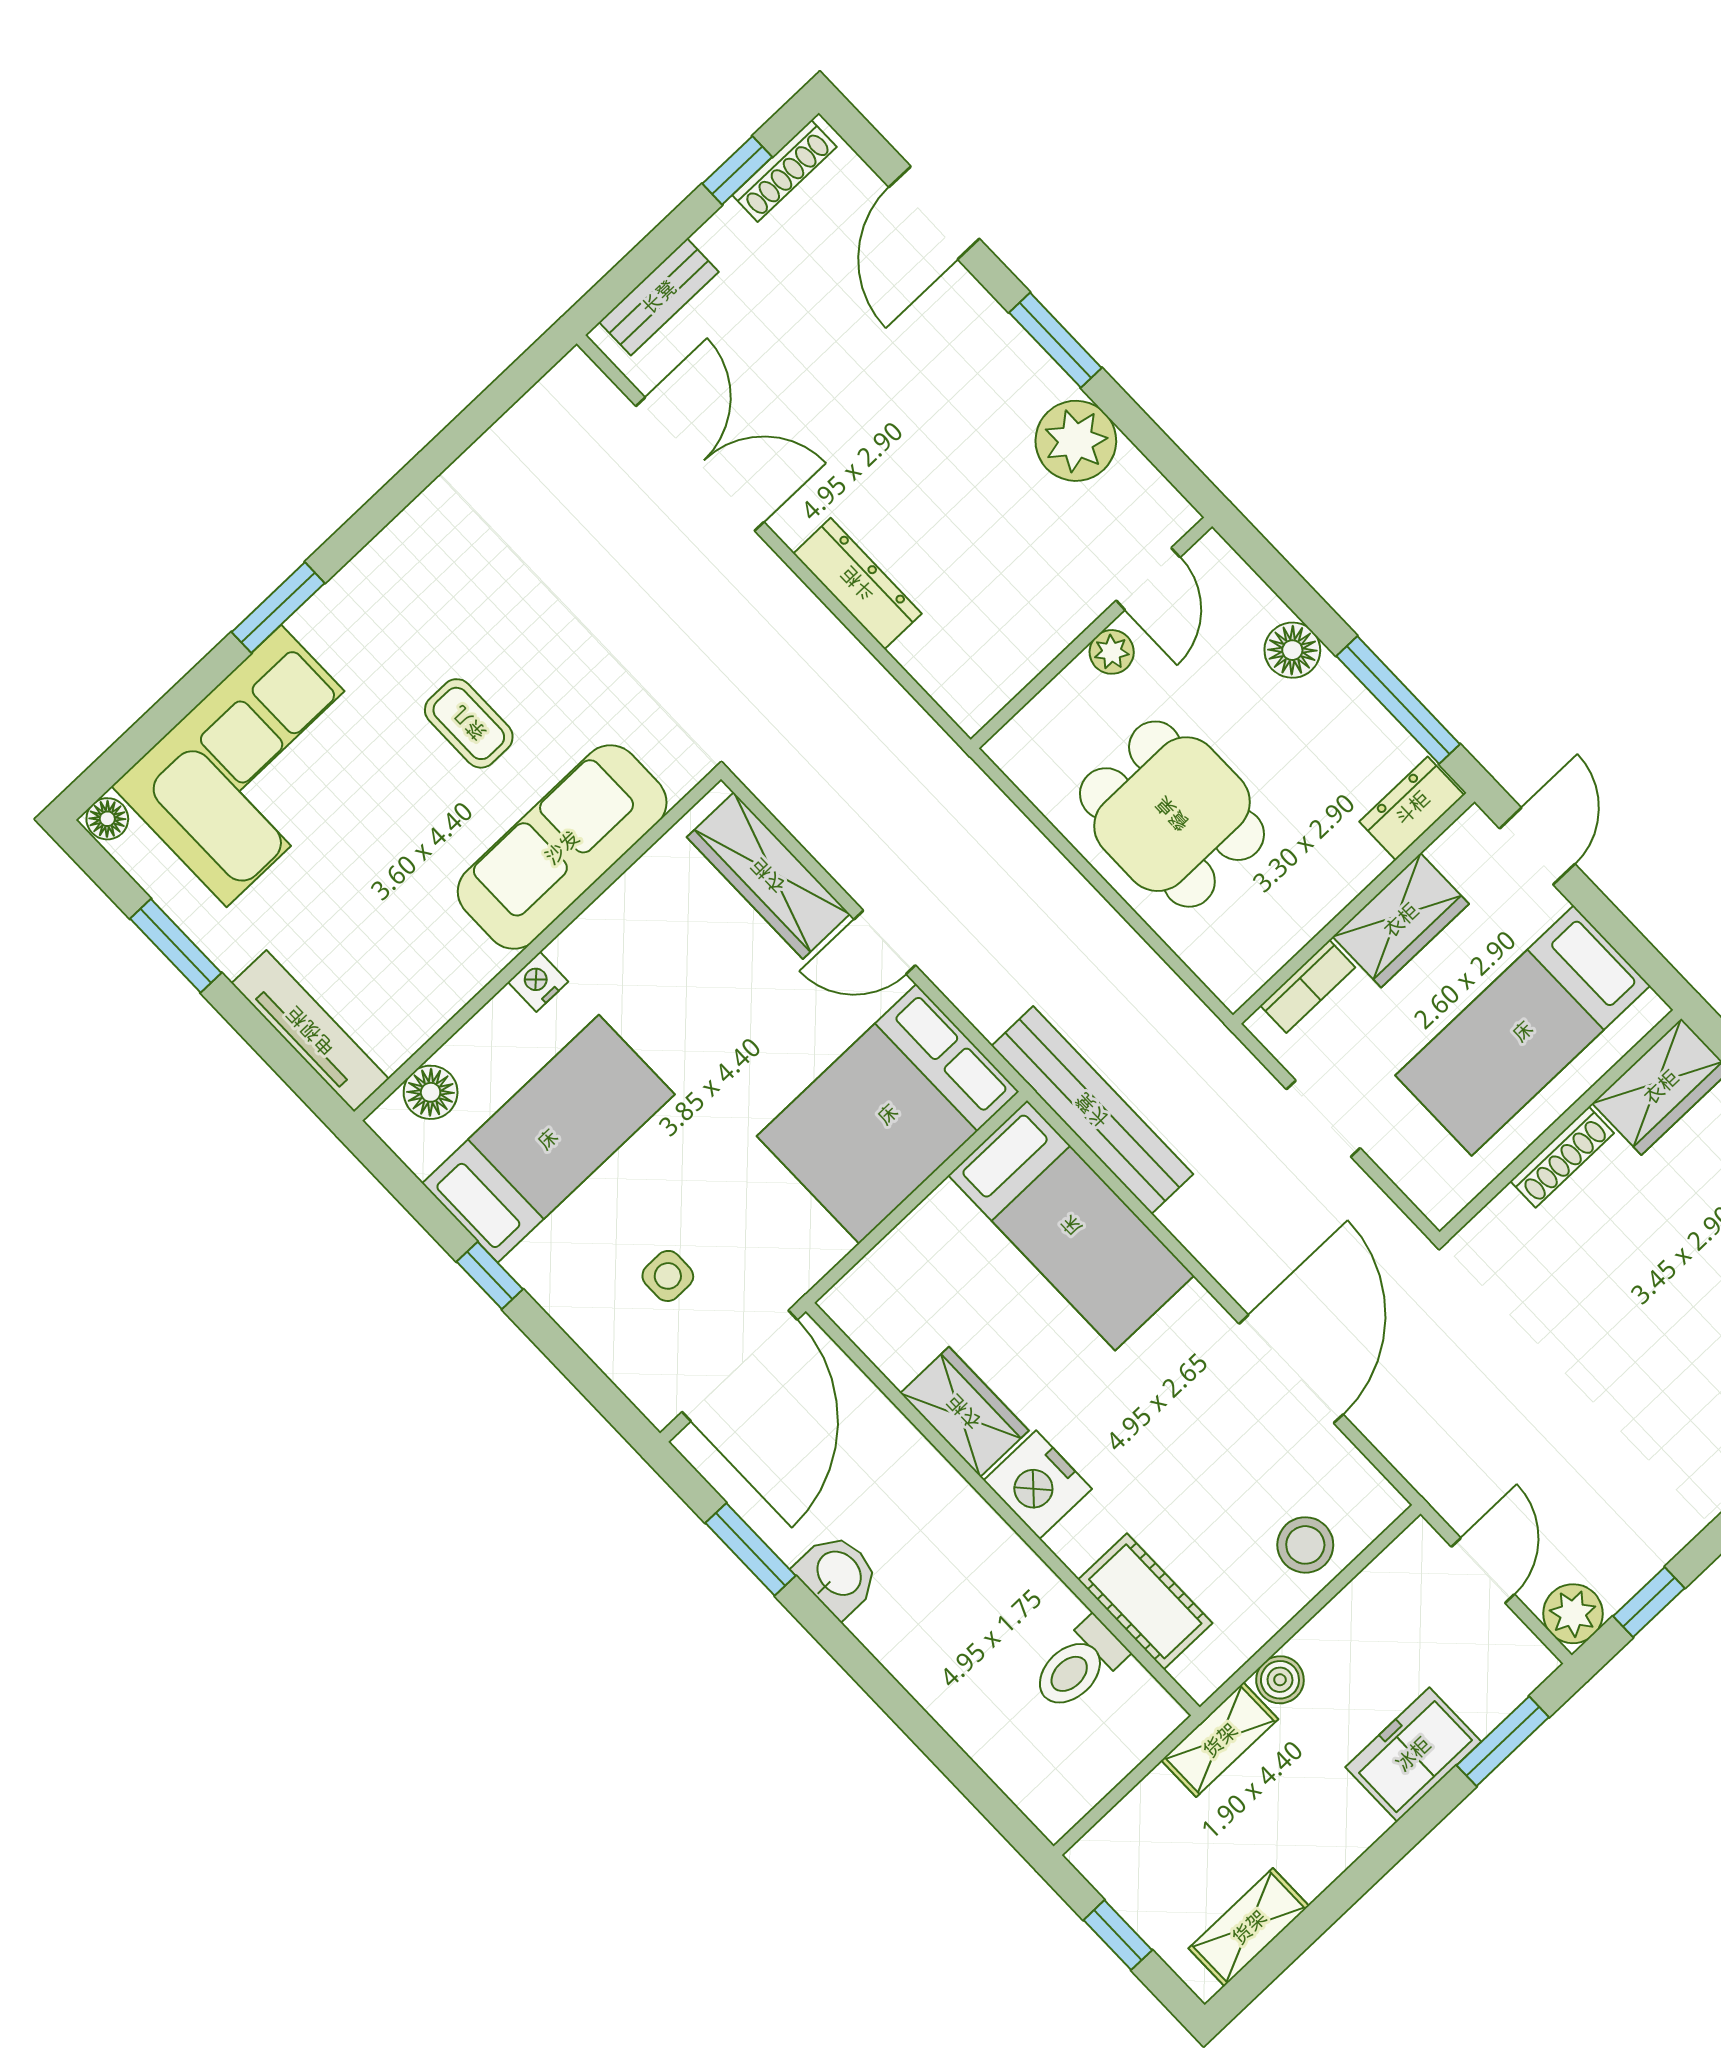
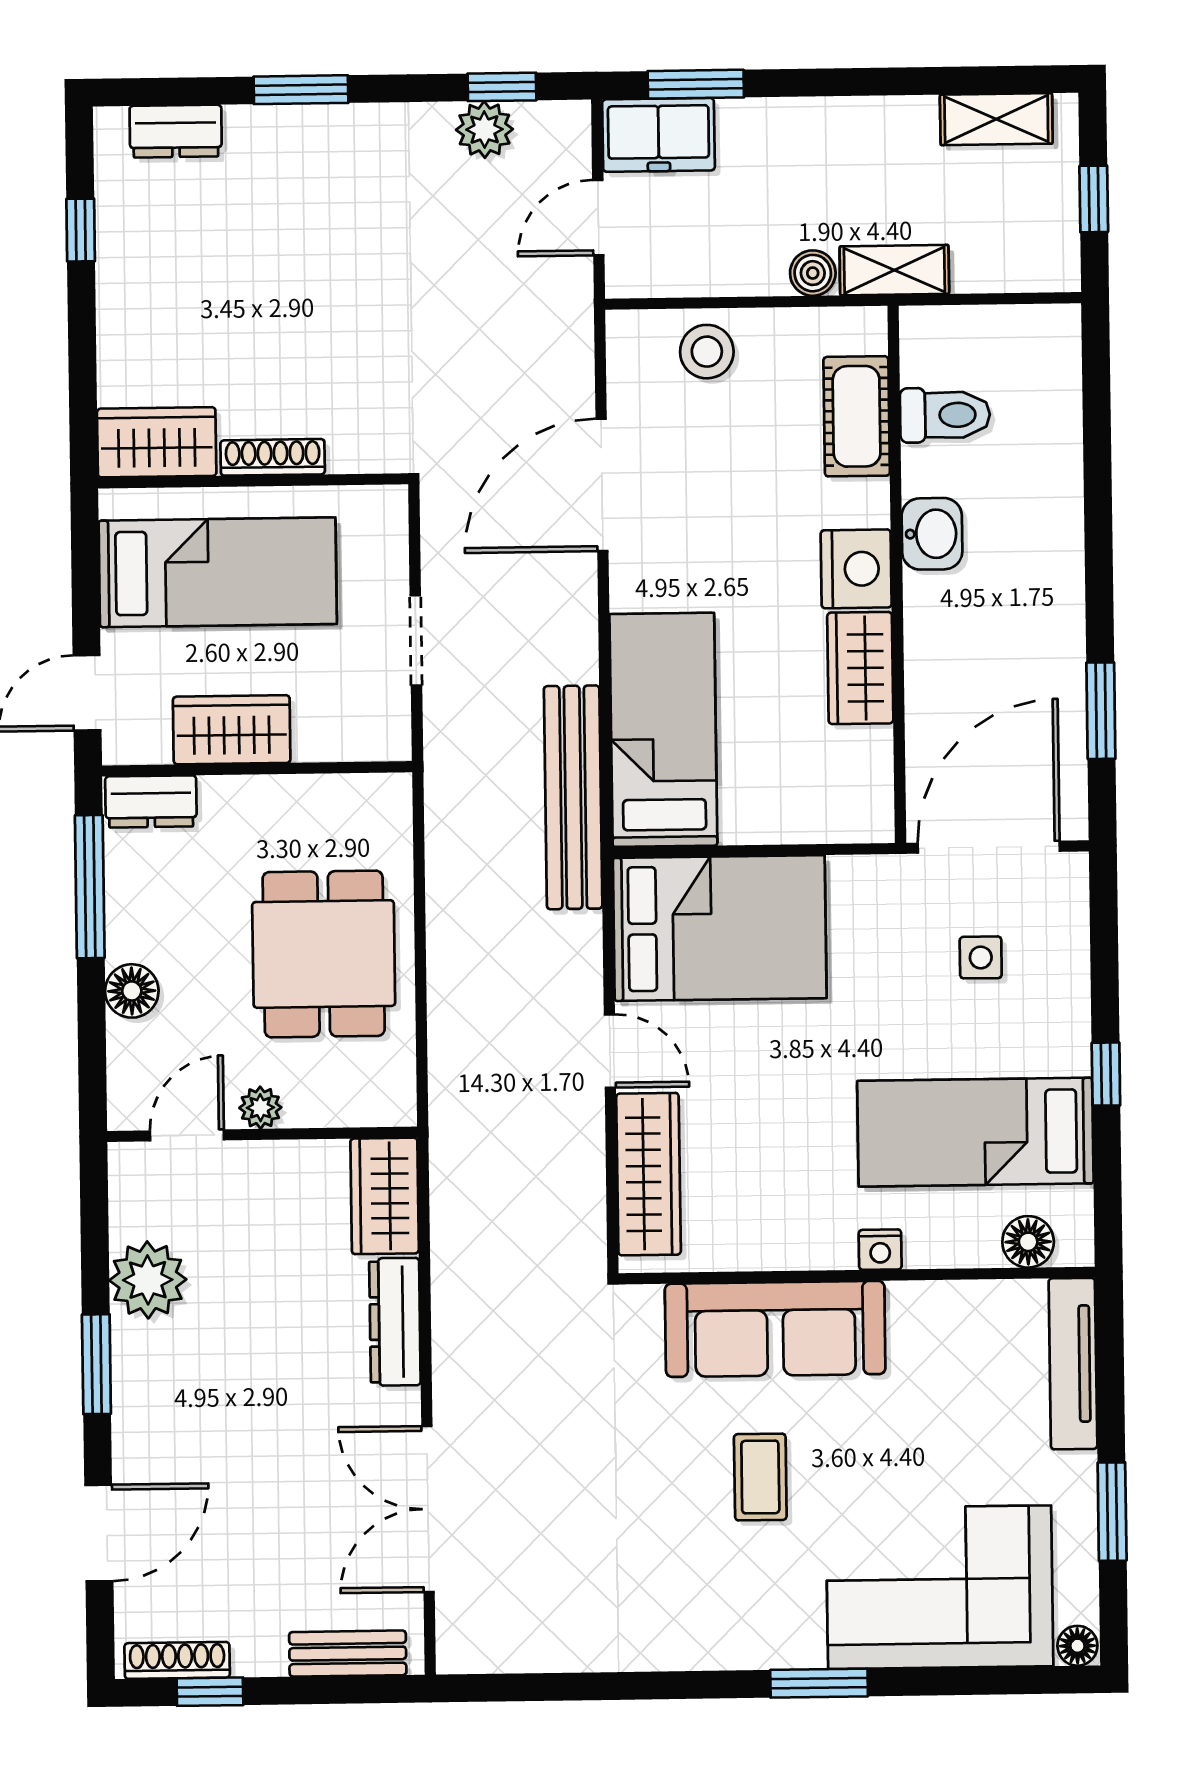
wardrobe: (954, 672) -> (385, 1196), added
bookcase: (1308, 986) -> (340, 744), removed
washbasin: (838, 1575) -> (932, 534), moved, turned 180
plant: (1573, 1614) -> (484, 129), moved
freezer: (1413, 1754) -> (658, 135), moved

